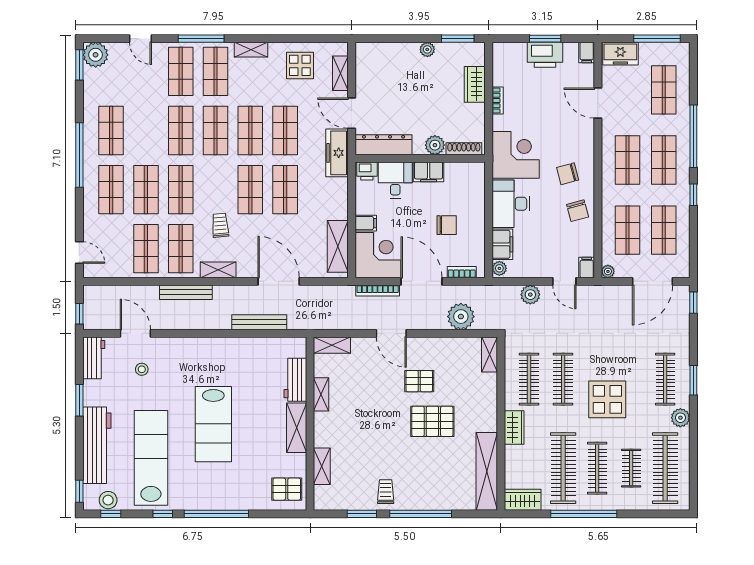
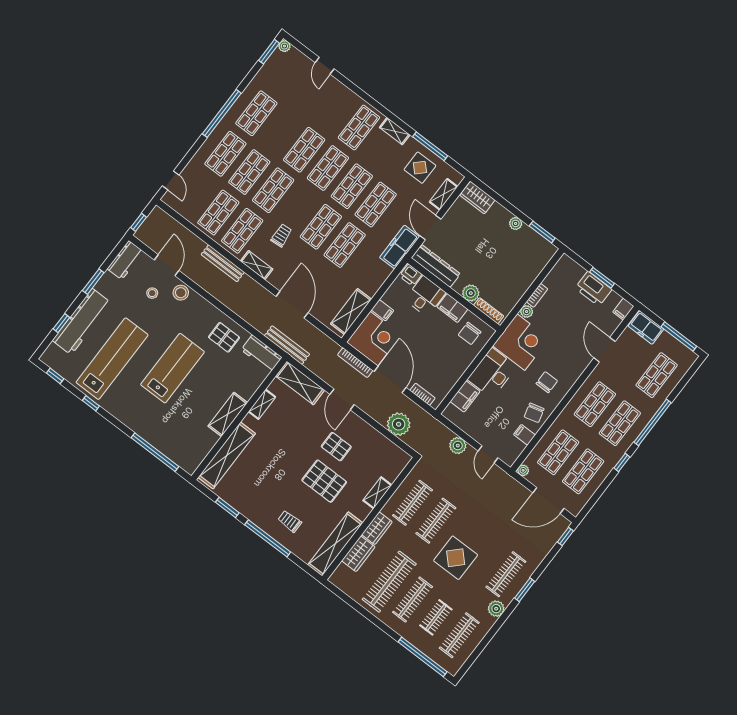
window: (201, 39) -> (430, 146), moved
plant: (96, 55) -> (284, 46), width x0.53, depth x0.53
shop shelf: (181, 71) -> (335, 109), removed
wardrobe: (475, 84) -> (477, 198), moved, turned -90
chair: (568, 174) -> (547, 382), turned 105
chair: (447, 225) -> (470, 333), moved, turned 90
plant: (499, 268) -> (527, 312), moved
filing cabinet: (587, 268) -> (524, 435), moved, turned -90
bench: (259, 322) -> (287, 345), moved
shelving: (332, 345) -> (300, 383), width x1.50, depth x1.33
shelving: (489, 354) -> (377, 493), moved
workbench: (295, 380) -> (261, 354), moved, turned -90
lab bench: (213, 424) -> (172, 368), turned 180
shelving: (322, 466) -> (227, 455), width x2.20, depth x1.33
clothes rail: (665, 468) -> (459, 635), width x0.73, depth x0.76
pallet: (287, 489) -> (224, 337), moved
window: (79, 491) -> (61, 323), moved
trolley: (386, 492) -> (290, 521), moved, turned -90
stool: (108, 500) -> (181, 293), moved
wardrobe: (523, 500) -> (358, 554), moved, turned 90
window: (216, 514) -> (155, 452), moved
window: (584, 514) -> (423, 657), moved

